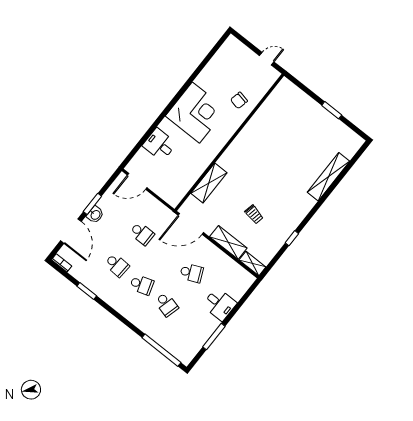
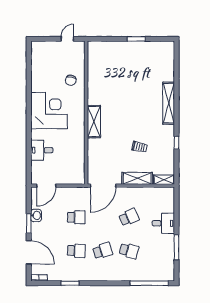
shelving: (329, 177) -> (169, 103), moved
shelving: (209, 183) -> (94, 122), moved
washbasin: (95, 215) -> (36, 215), moved

